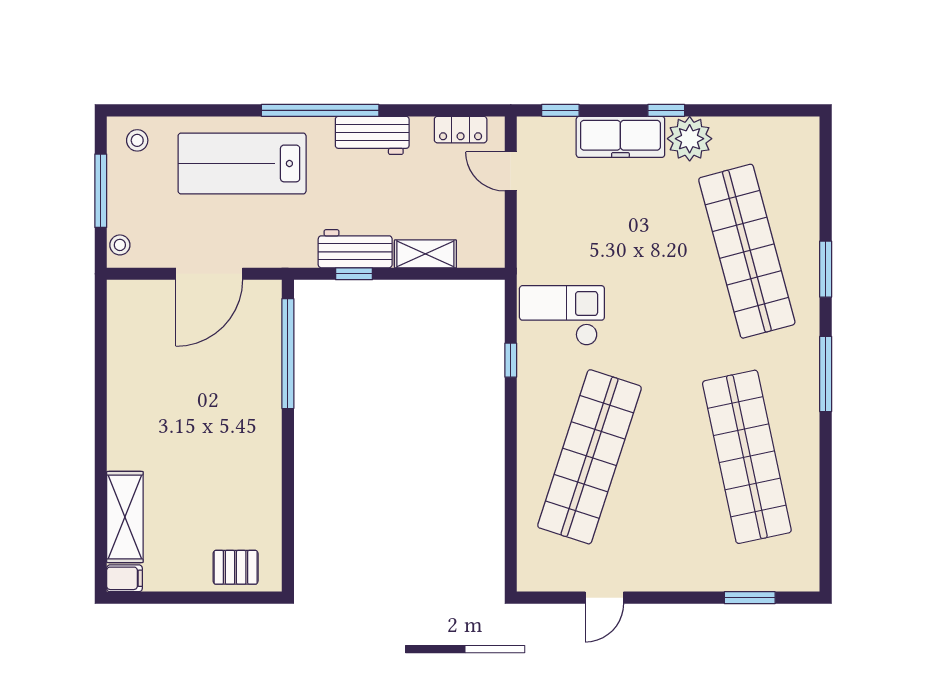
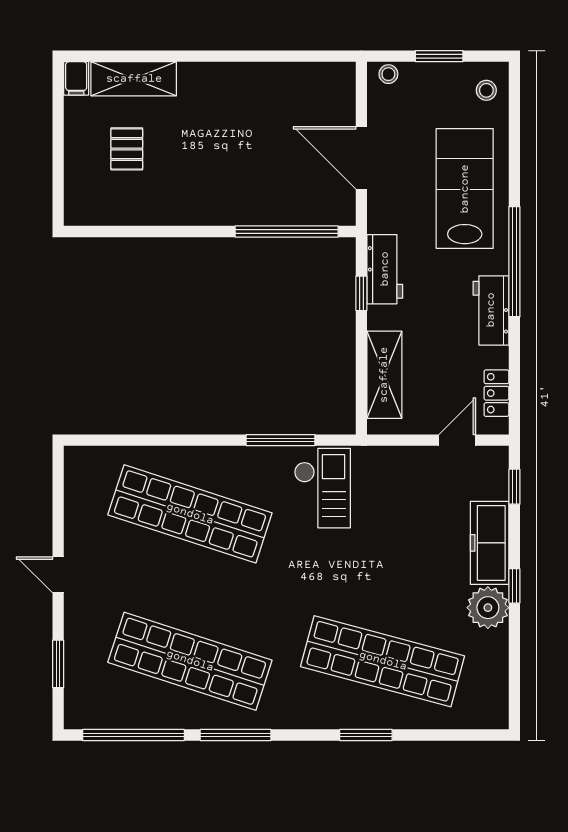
window: (101, 191) -> (439, 56), width x0.69
workbench: (355, 249) -> (385, 269), moved
shop shelf: (747, 251) -> (383, 661), turned 30
shelving: (425, 254) -> (384, 375), width x1.50, depth x1.33
window: (511, 360) -> (281, 440), width x2.17
window: (826, 374) -> (236, 735), moved
shop shelf: (747, 457) -> (190, 661), turned 30
window: (826, 517) -> (133, 735), added
pallet: (236, 567) -> (127, 149), moved
door: (604, 598) -> (58, 575), moved

